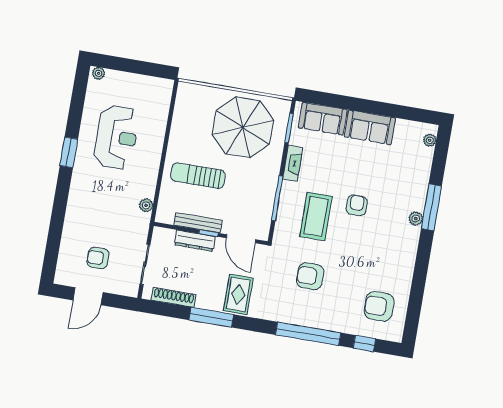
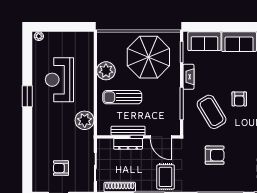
plant: (182, 136) -> (106, 71), added
reception desk: (116, 137) -> (59, 80), turned 180
plant: (146, 205) -> (85, 120), width x1.87, depth x1.87
armchair: (357, 205) -> (239, 99), turned 180
coffee table: (316, 216) -> (212, 112), turned -31
armchair: (310, 276) -> (215, 155), turned 180

